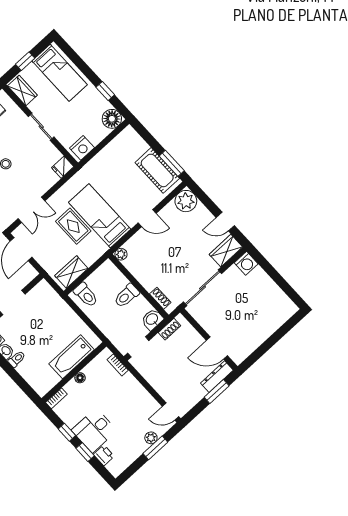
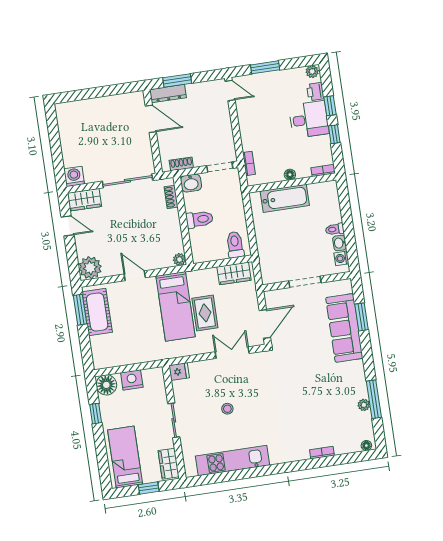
nightstand: (82, 148) -> (132, 380), moved
plant: (151, 438) -> (312, 72), moved

